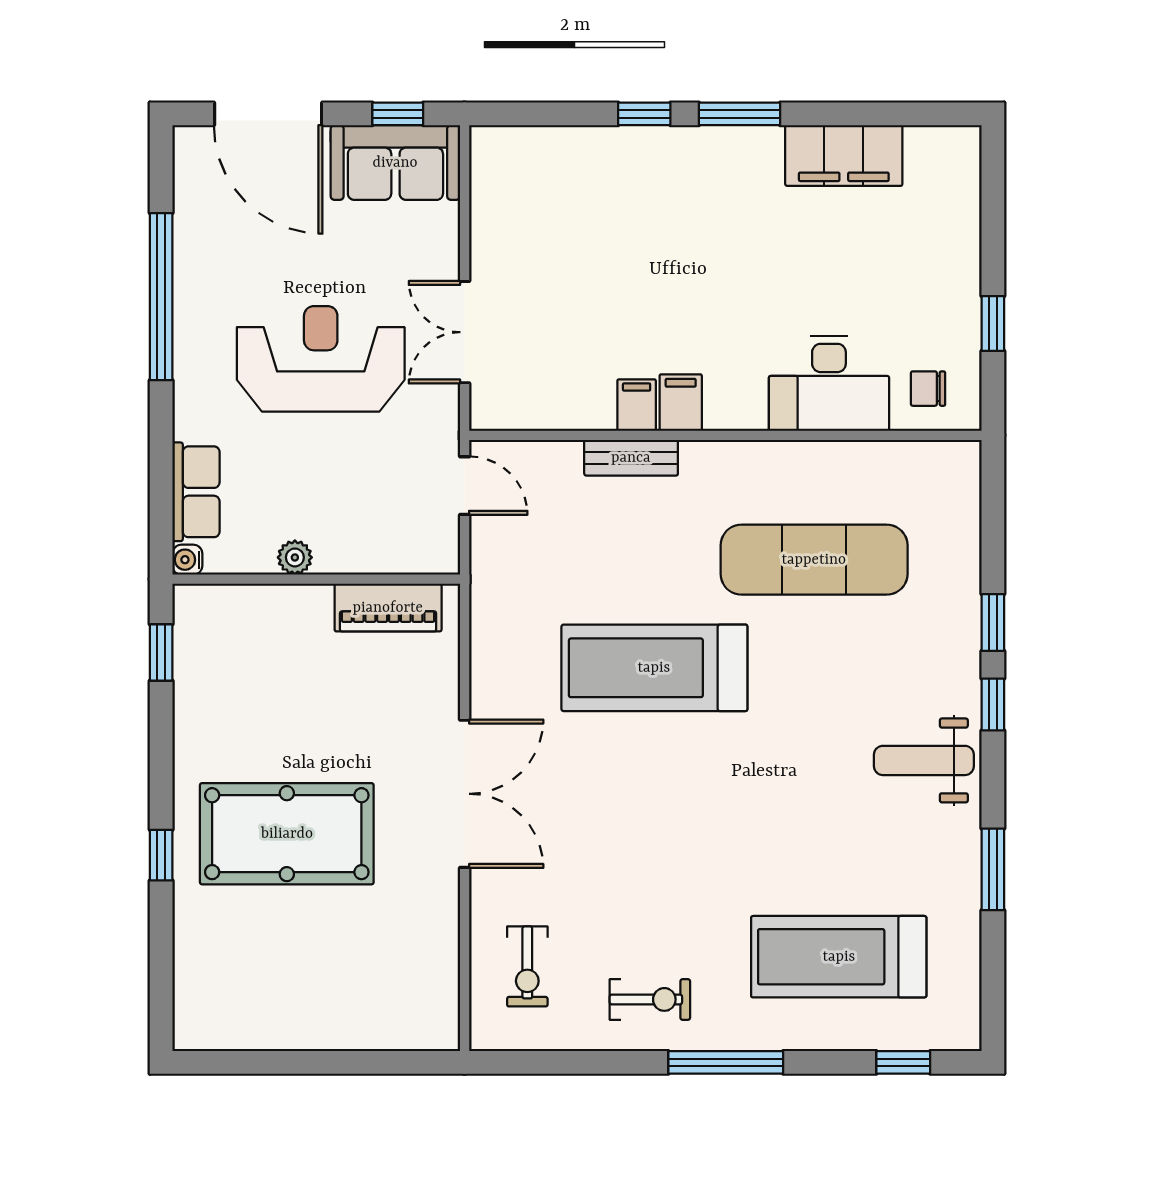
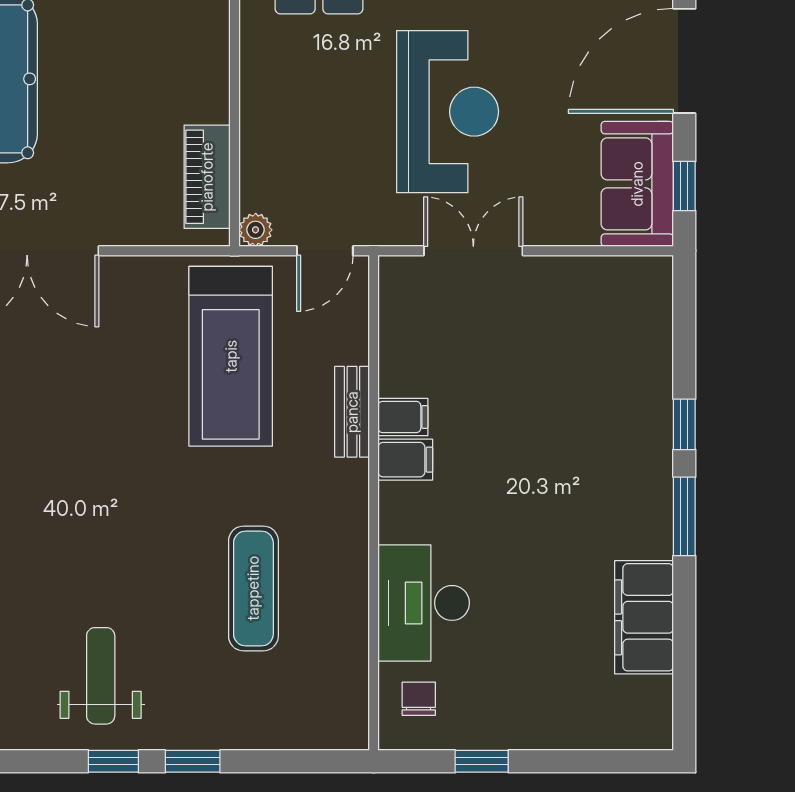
plant: (295, 557) -> (256, 230), moved
exercise mat: (814, 560) -> (253, 588), width x0.73, depth x0.69
treadmill: (654, 668) -> (231, 356), moved, turned 180
weight bench: (924, 760) -> (101, 676), moved

